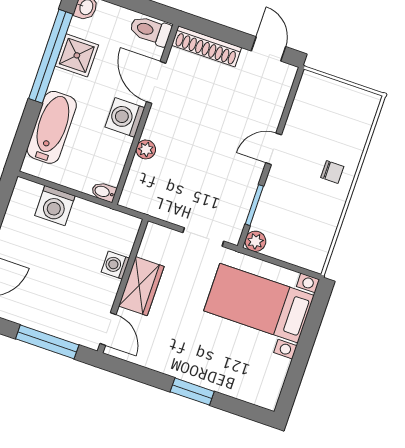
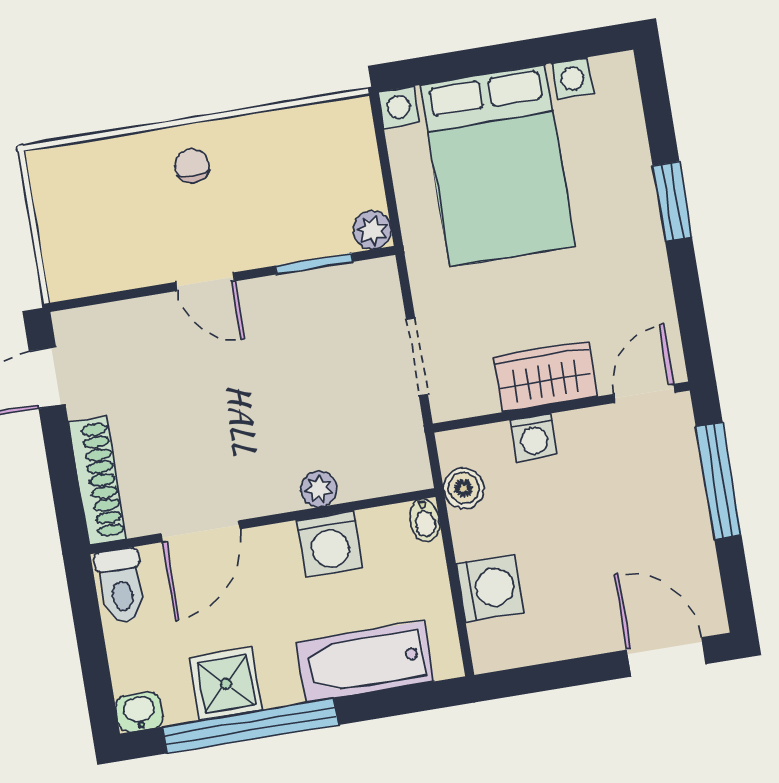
washing machine: (125, 117) -> (330, 544), moved
boiler: (109, 219) -> (464, 488), added
doorway: (203, 237) -> (417, 357), moved
bed with nightstands: (259, 303) -> (497, 166), width x1.36

